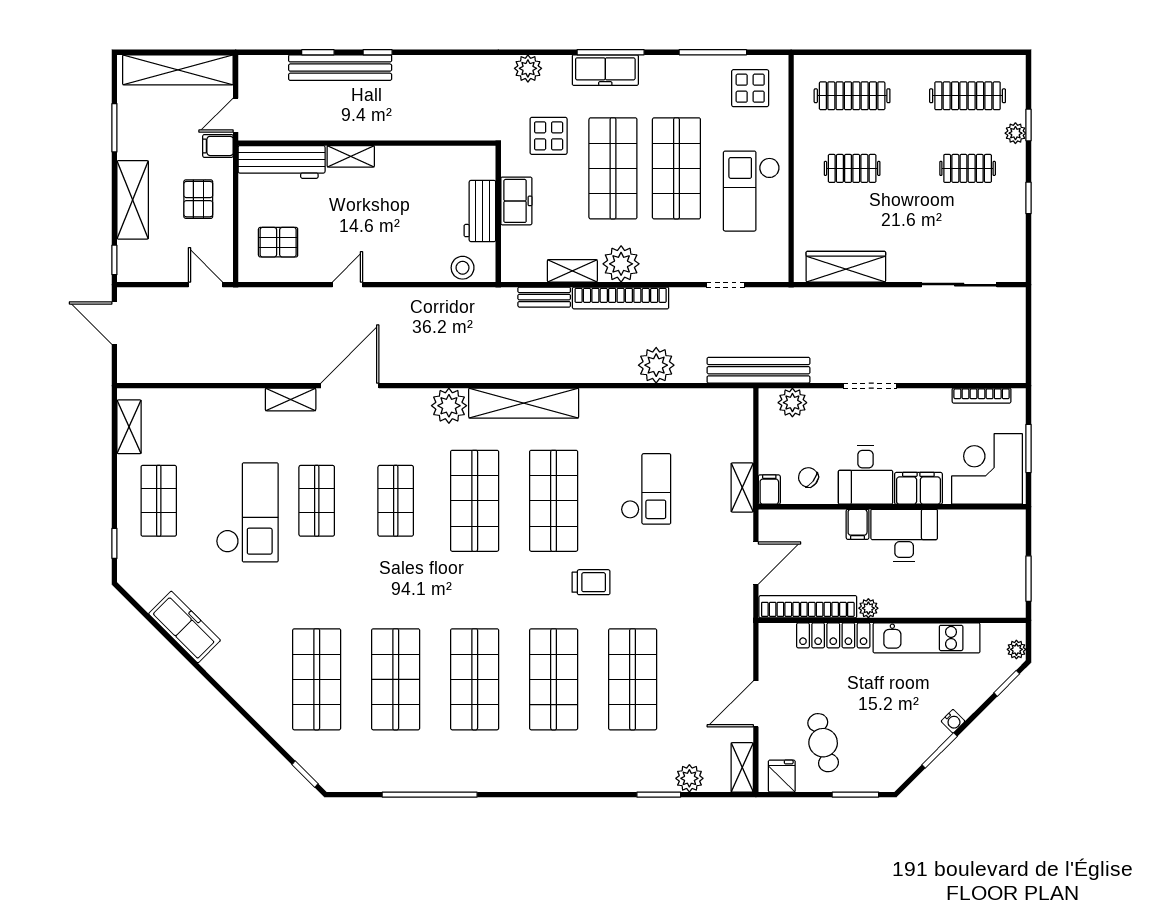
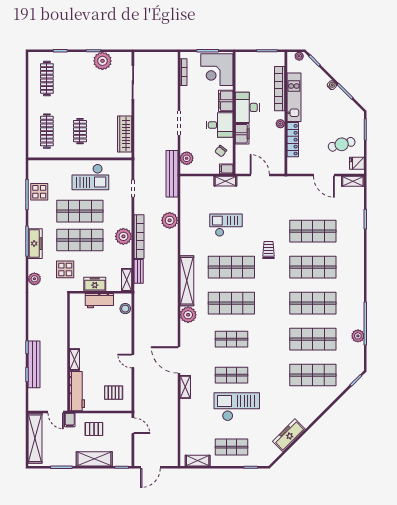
display table: (750, 88) -> (39, 192), moved
plant: (1015, 133) -> (102, 61), moved, width x1.87, depth x1.87
clothes rail: (968, 168) -> (80, 79), removed
pallet: (278, 242) -> (114, 393), turned 90
shelving: (572, 271) -> (127, 280), moved
door: (206, 285) -> (133, 426), swing flipped
filing cabinet: (858, 524) -> (242, 134), width x2.00
bookcase: (808, 607) -> (280, 89), moved
plant: (689, 778) -> (358, 336), moved

